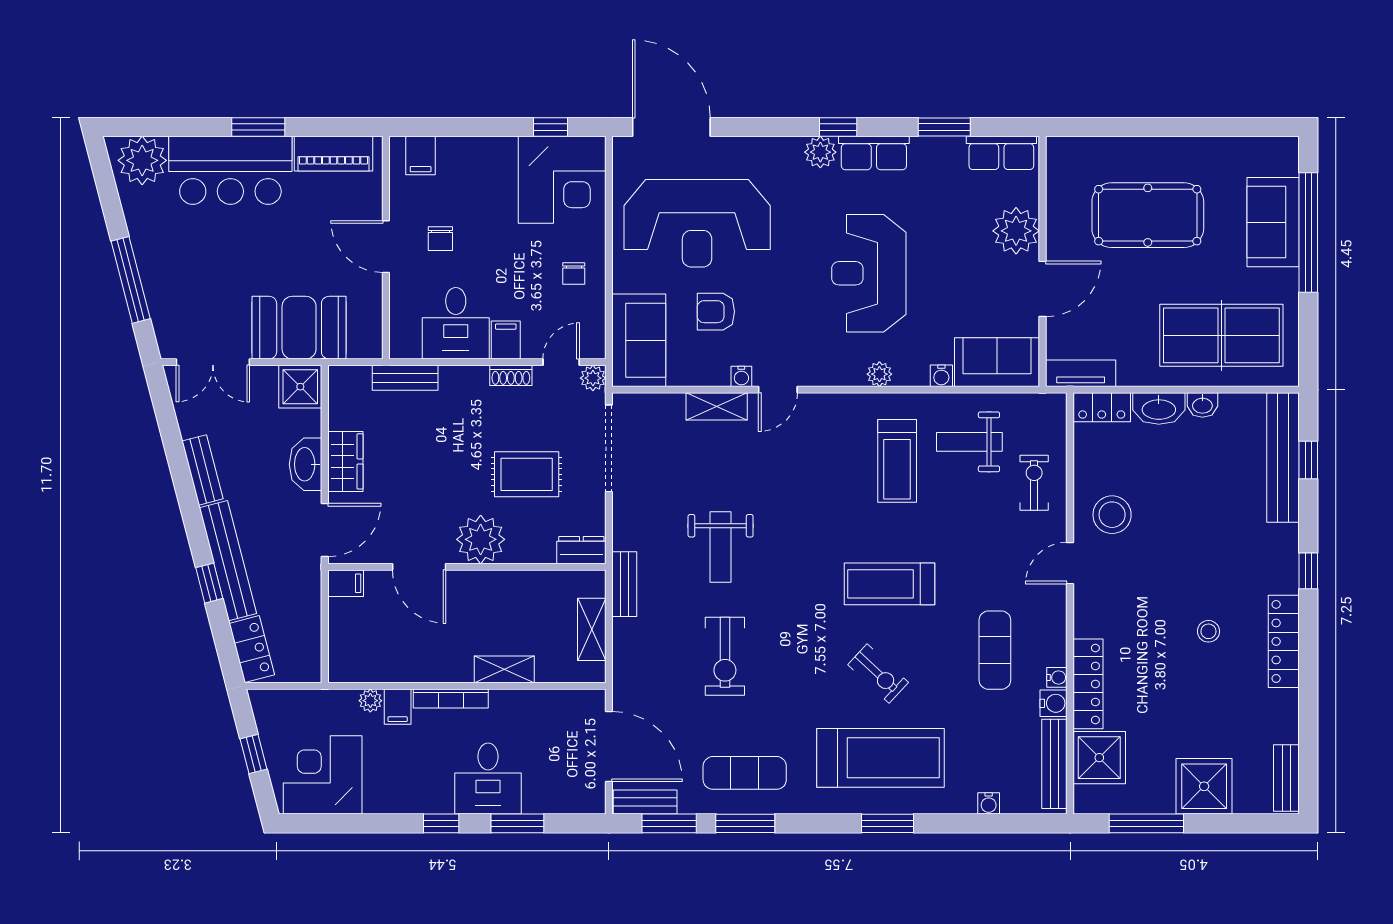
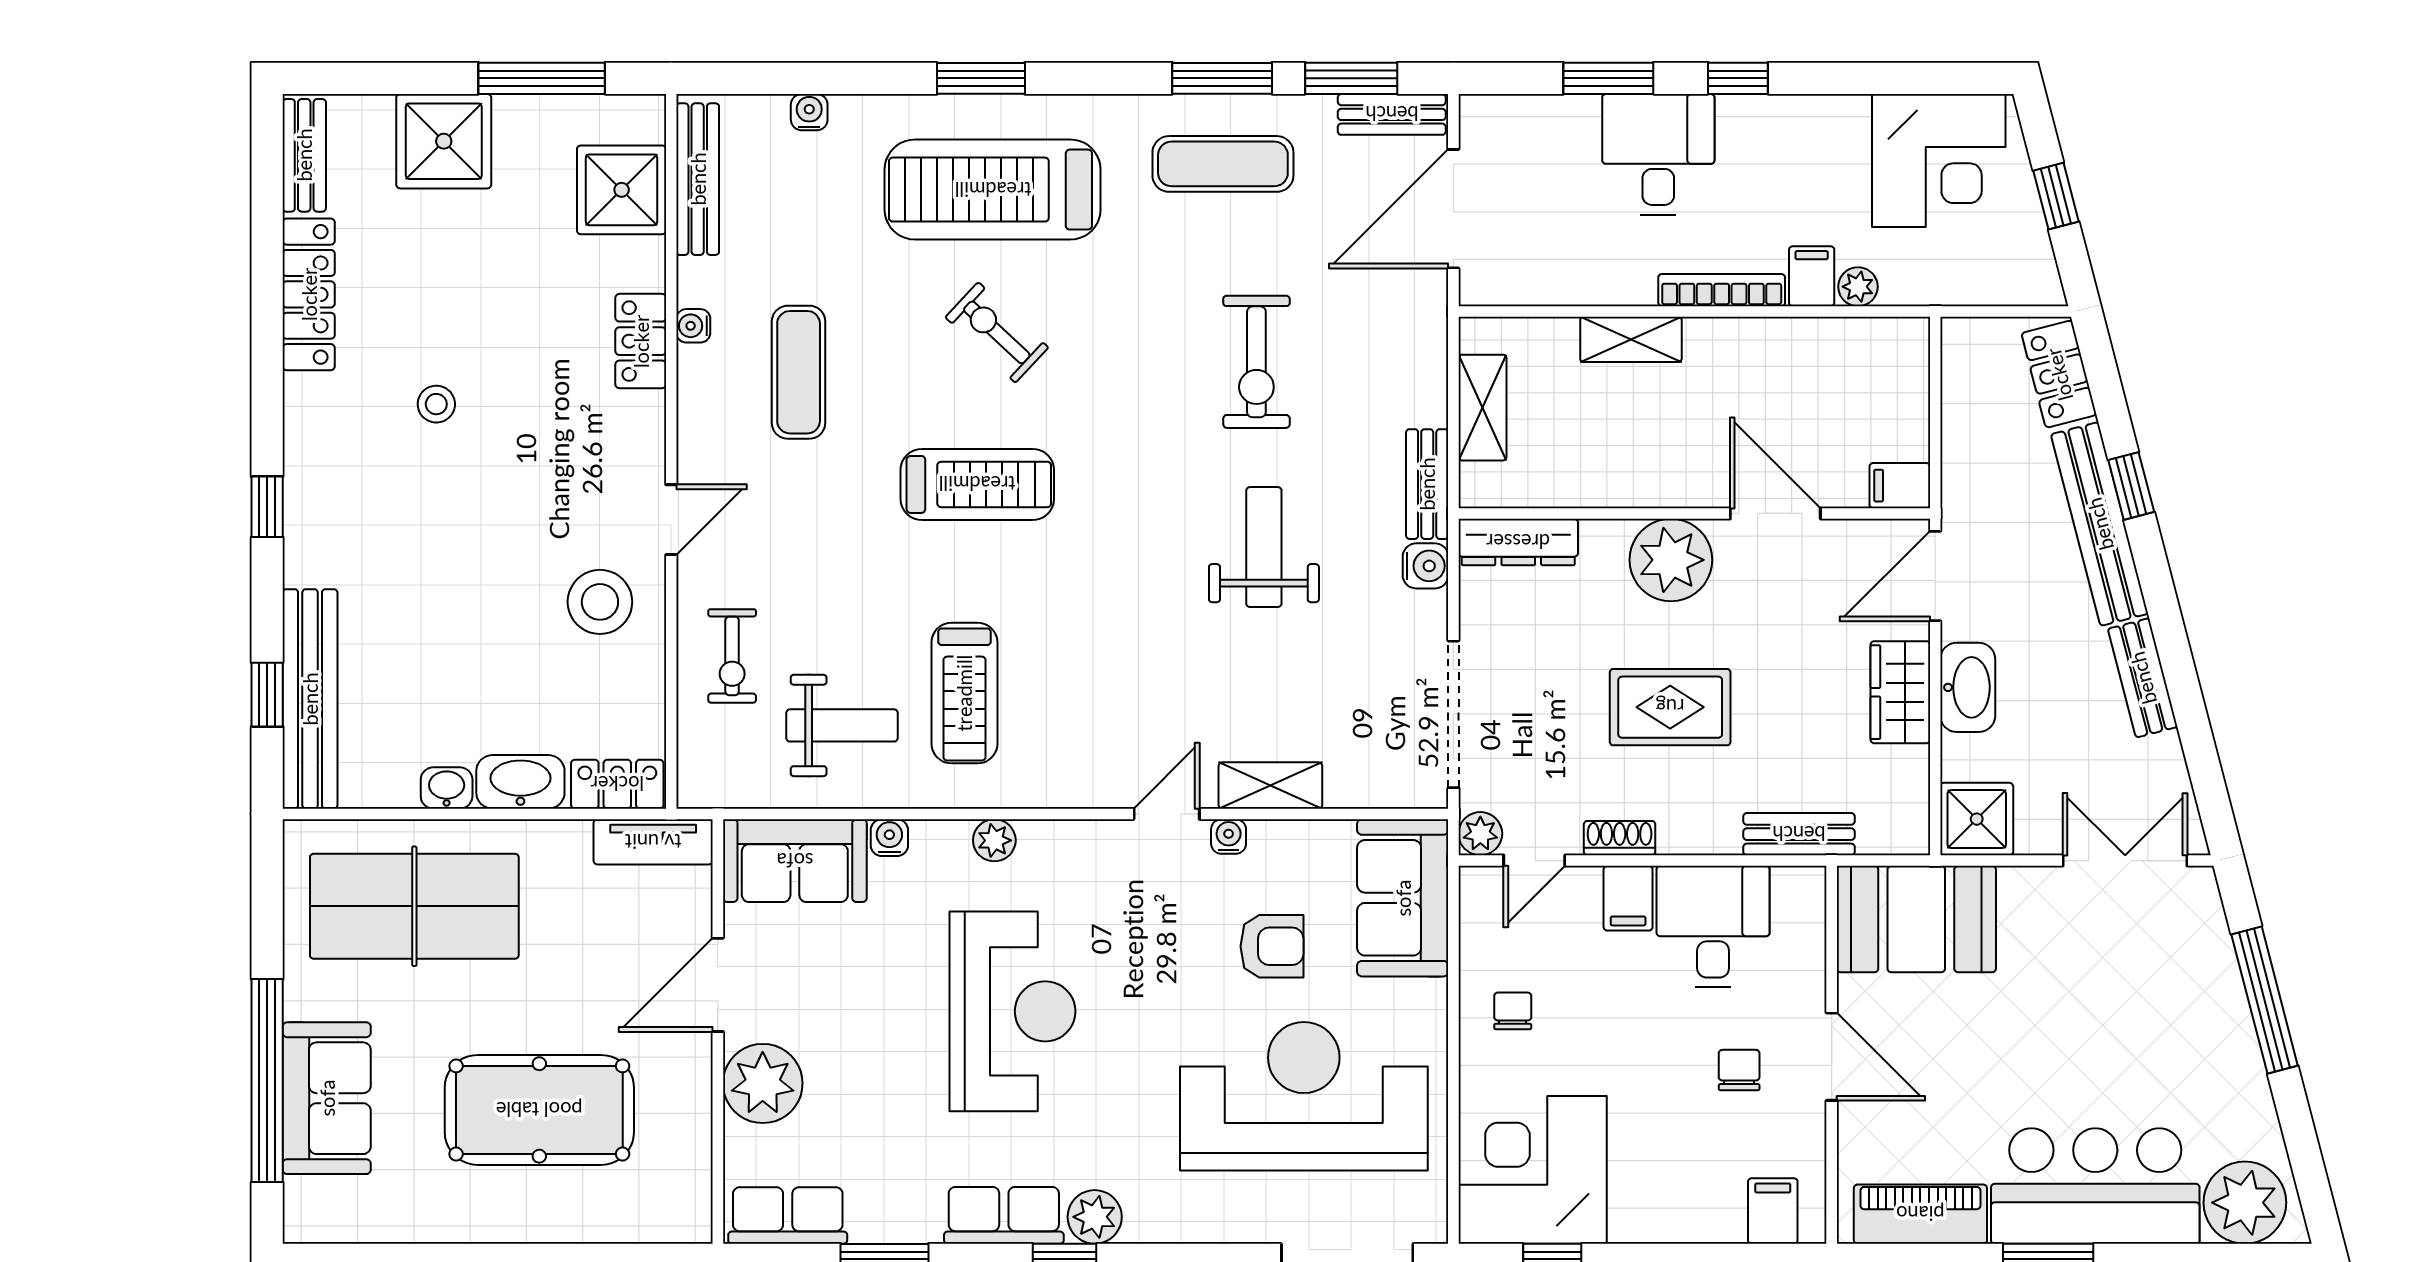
booth: (299, 328) -> (1916, 919), moved
treadmill: (897, 461) -> (964, 693), turned 180
rug: (527, 474) -> (1670, 707), moved
dresser: (581, 550) -> (1518, 542), width x1.44
locker: (1284, 641) -> (309, 294), moved
exercise bike: (725, 656) -> (1256, 362), turned 180
locker: (1088, 684) -> (641, 341), width x0.66
water cooler: (1054, 703) -> (1426, 566), moved, turned 180
door: (609, 747) -> (1453, 209), hinge flipped

